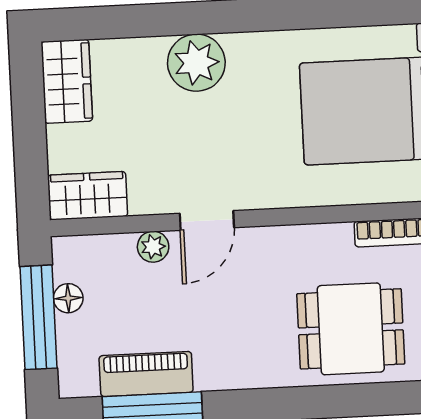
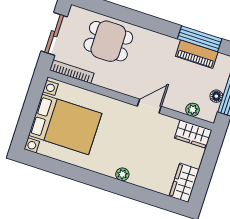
plant: (196, 63) -> (122, 174), width x0.53, depth x0.53
plant: (153, 247) -> (193, 110), moved

